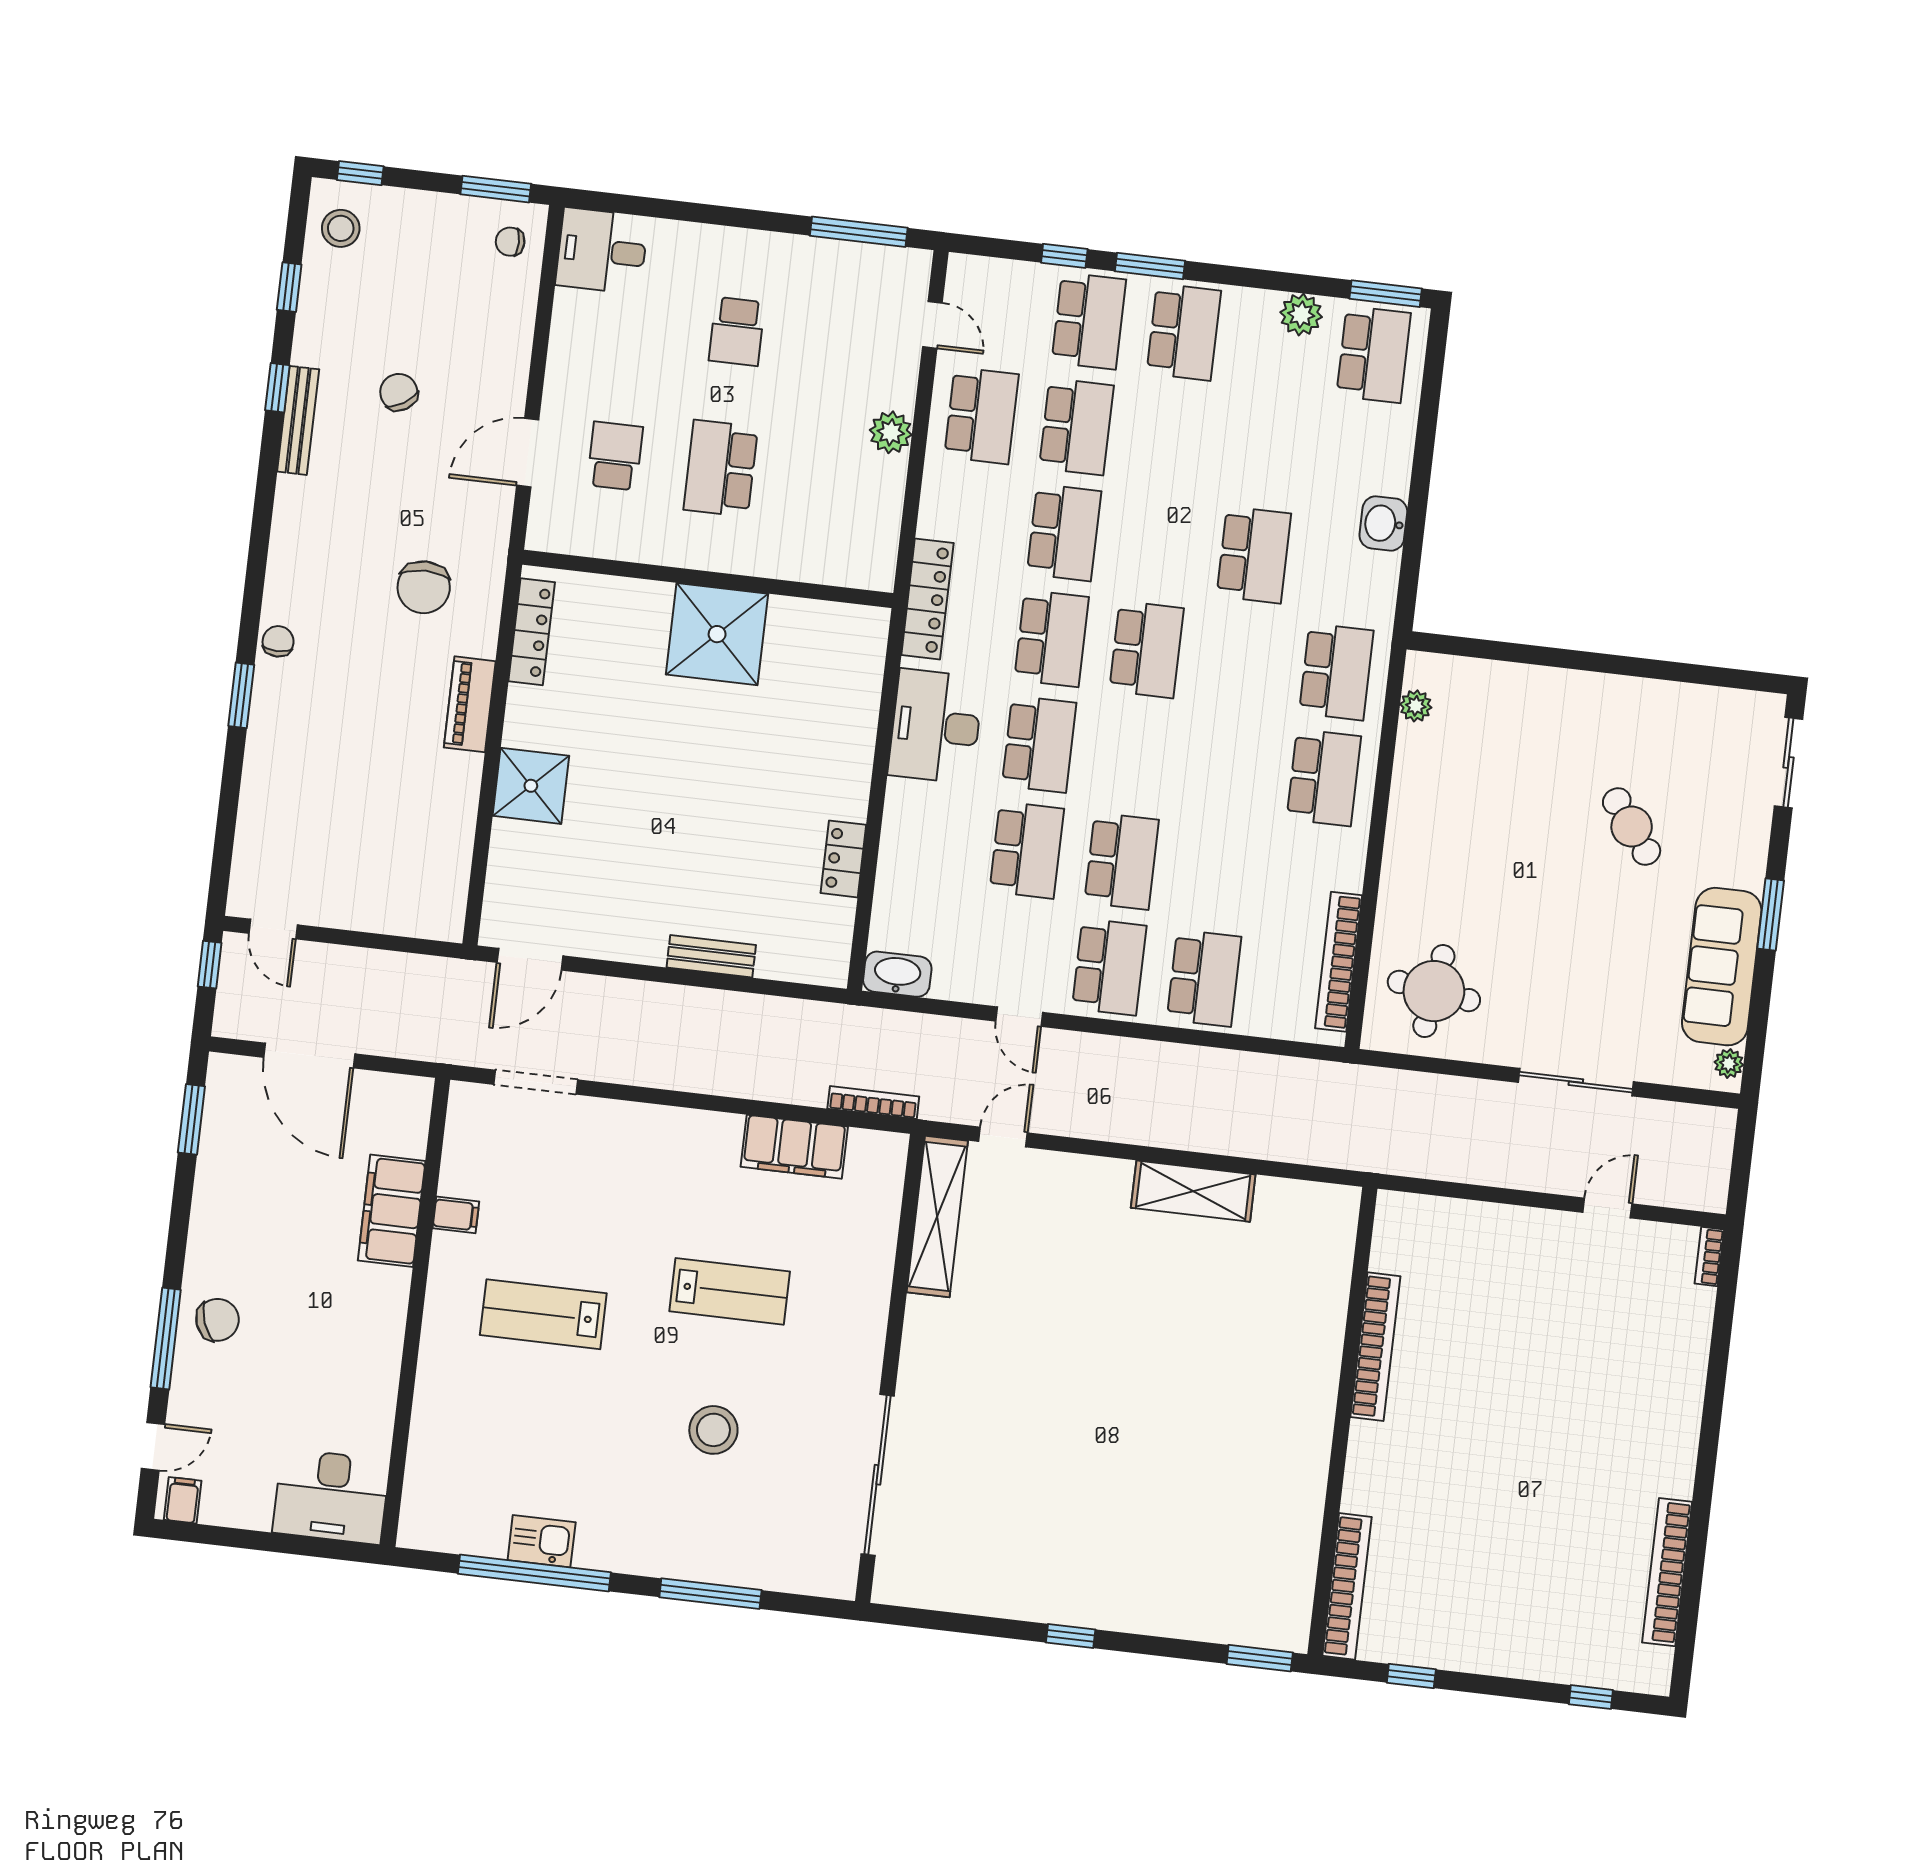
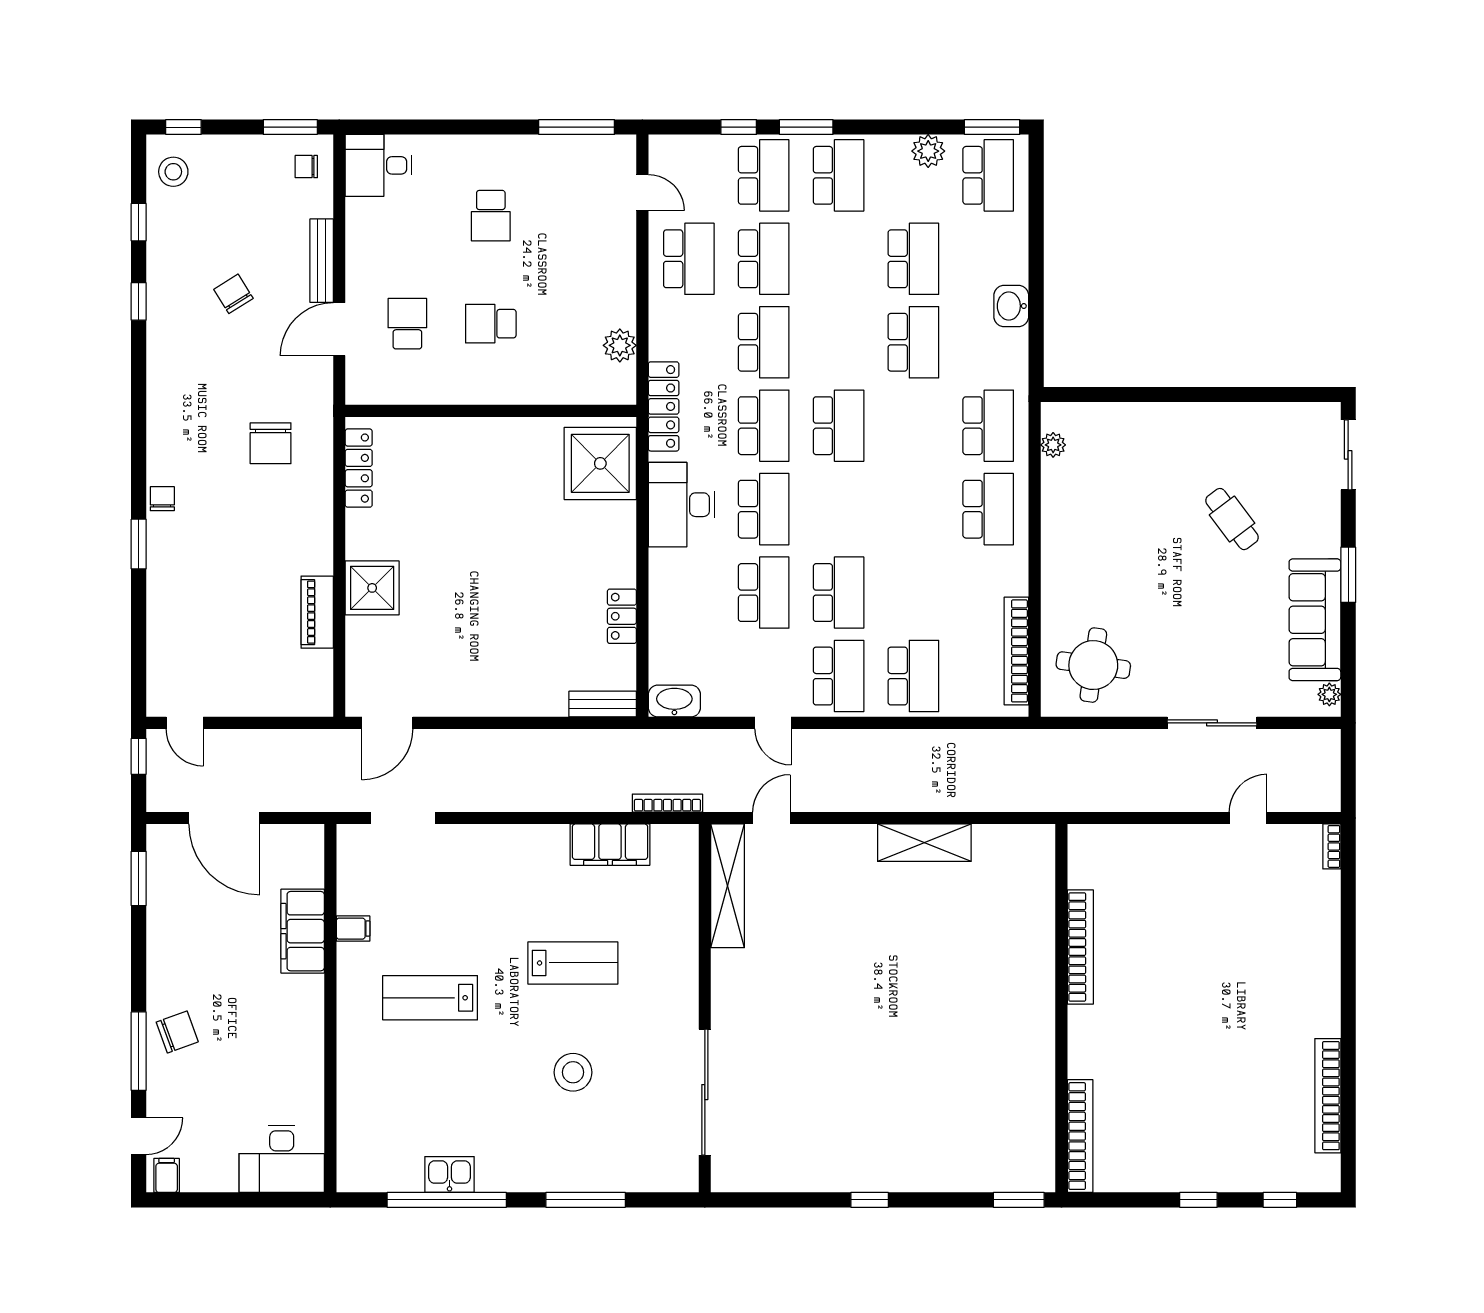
bench: (298, 420) -> (322, 261), moved
plant: (891, 432) -> (620, 345), moved
school desk: (1266, 449) -> (913, 259), added
school desk: (721, 468) -> (491, 324), width x0.54
shower: (717, 634) -> (600, 463), moved
piano: (470, 704) -> (317, 612), moved
bench: (711, 956) -> (603, 704), moved
window: (1411, 1676) -> (1198, 1200), moved

